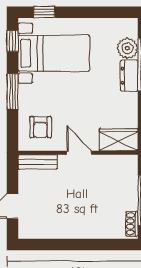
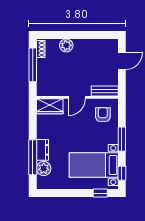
door: (79, 153) -> (77, 97), hinge flipped
plant: (94, 229) -> (66, 45), added

